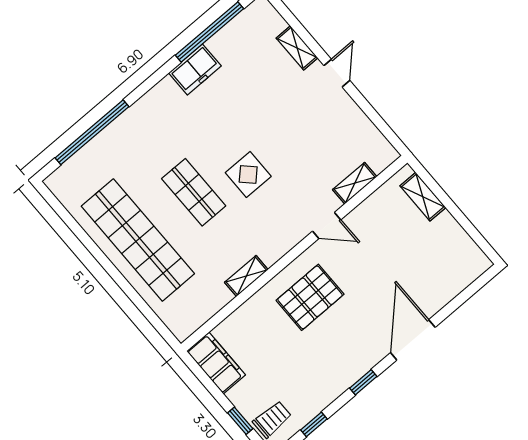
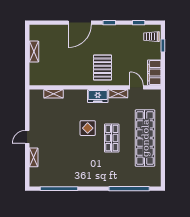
freezer: (195, 69) -> (98, 96), moved, turned 180
shelving: (423, 197) -> (34, 52), moved
door: (327, 226) -> (137, 87), moved
pallet: (310, 297) -> (103, 68), turned 90

